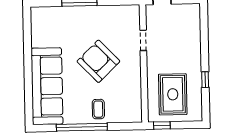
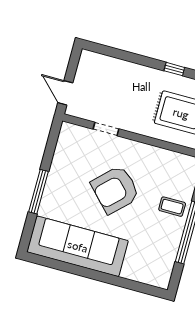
sofa: (47, 86) -> (78, 246), moved

